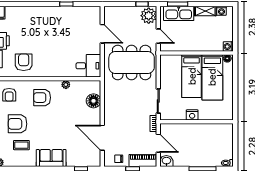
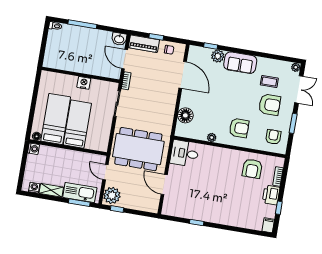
plant: (73, 160) -> (218, 56), added

